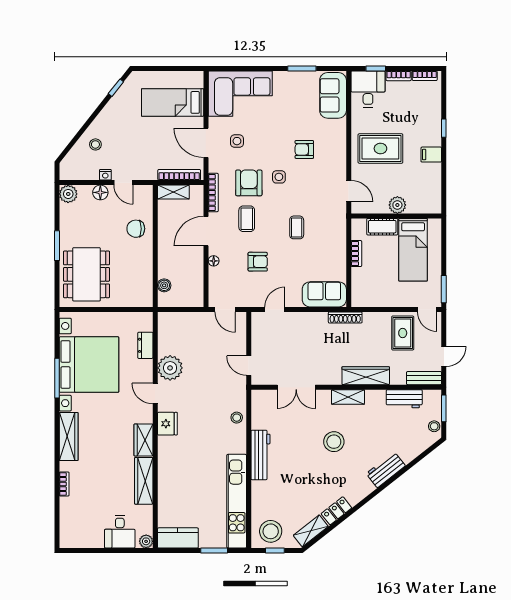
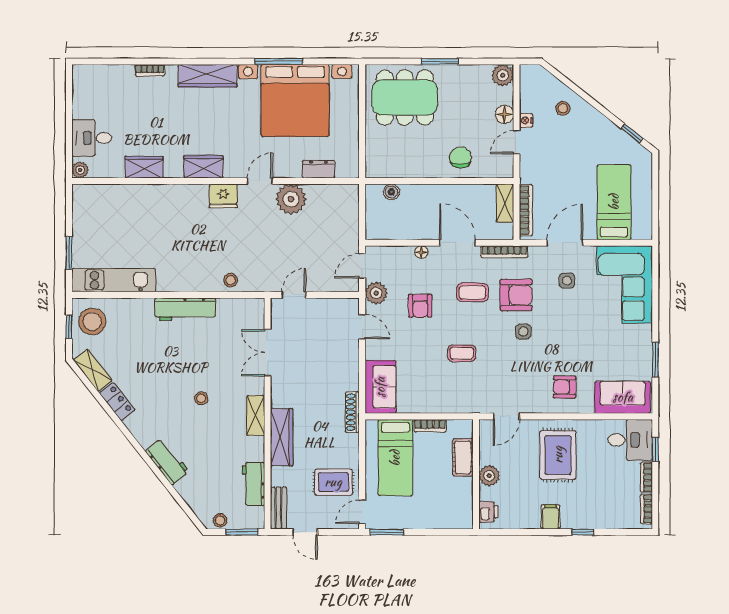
armchair: (304, 149) -> (565, 387), moved, turned -90
printer: (427, 206) -> (488, 512), added
bed: (413, 250) -> (395, 458), moved, turned -90
plant: (247, 298) -> (376, 293), added
stool: (334, 442) -> (201, 398), width x0.53, depth x0.53
wardrobe: (144, 481) -> (144, 167), width x0.67
kitchen unit: (237, 501) -> (114, 280), width x0.73
kitchen counter: (178, 538) -> (84, 209), removed

